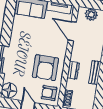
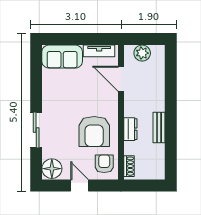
armchair: (49, 93) -> (104, 164), turned 90

